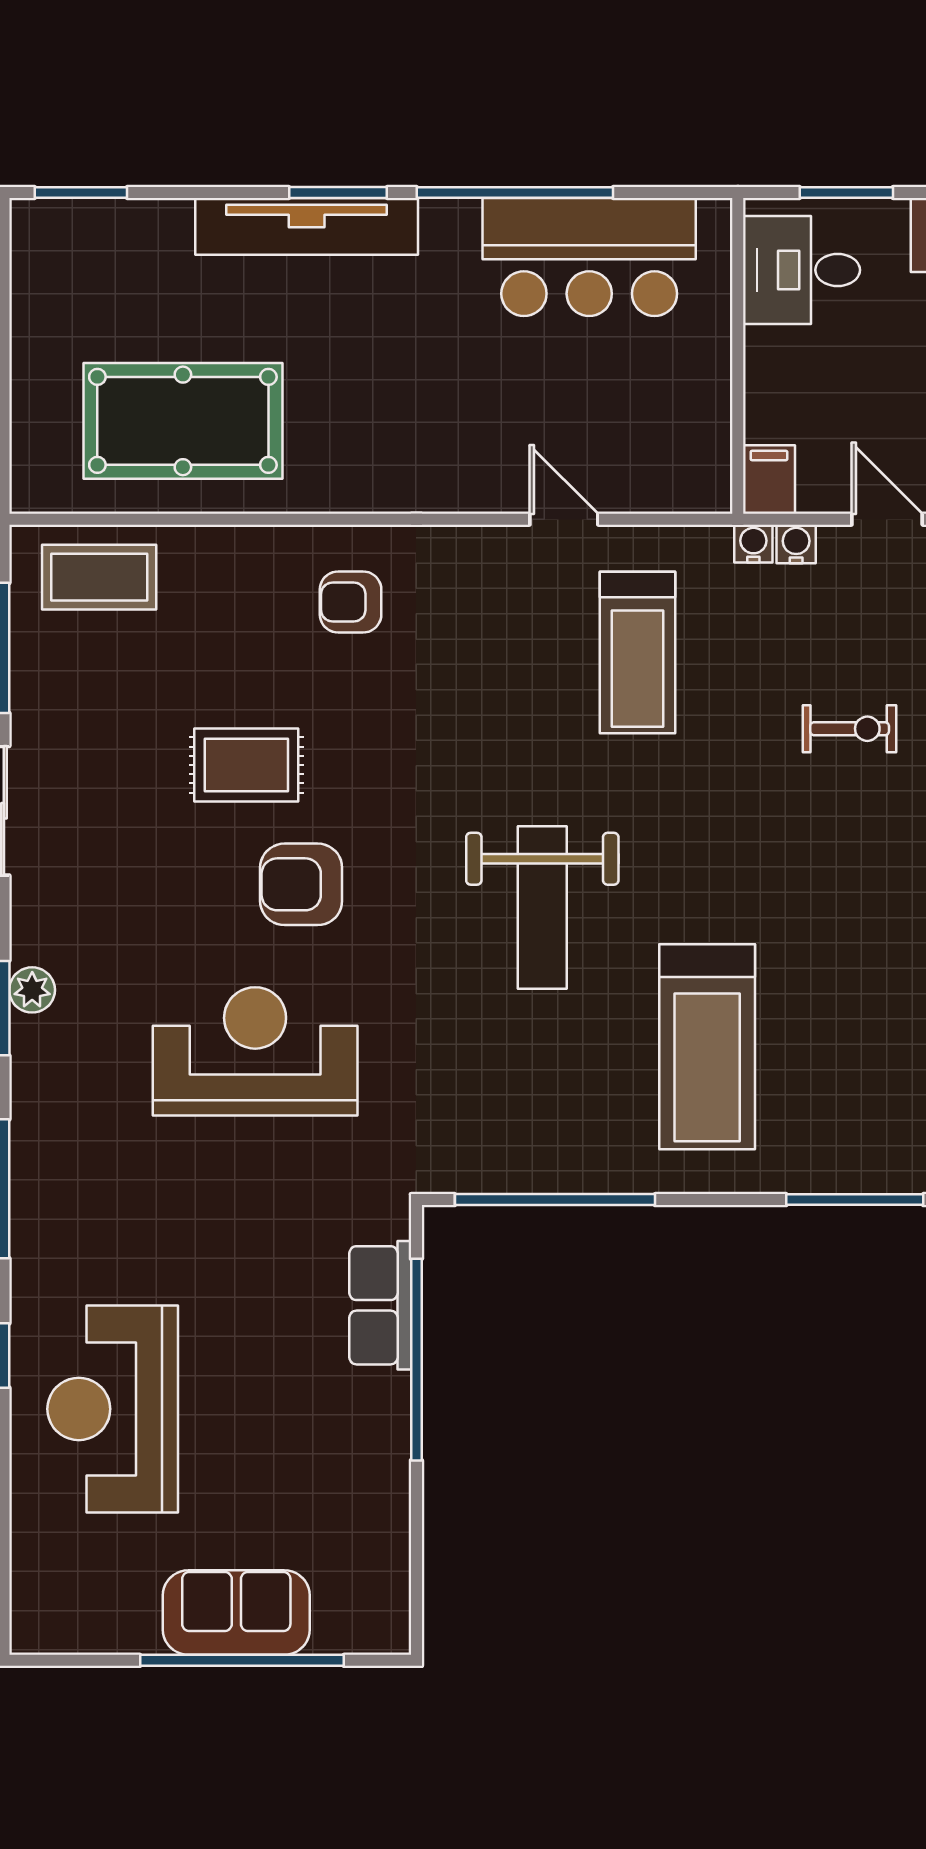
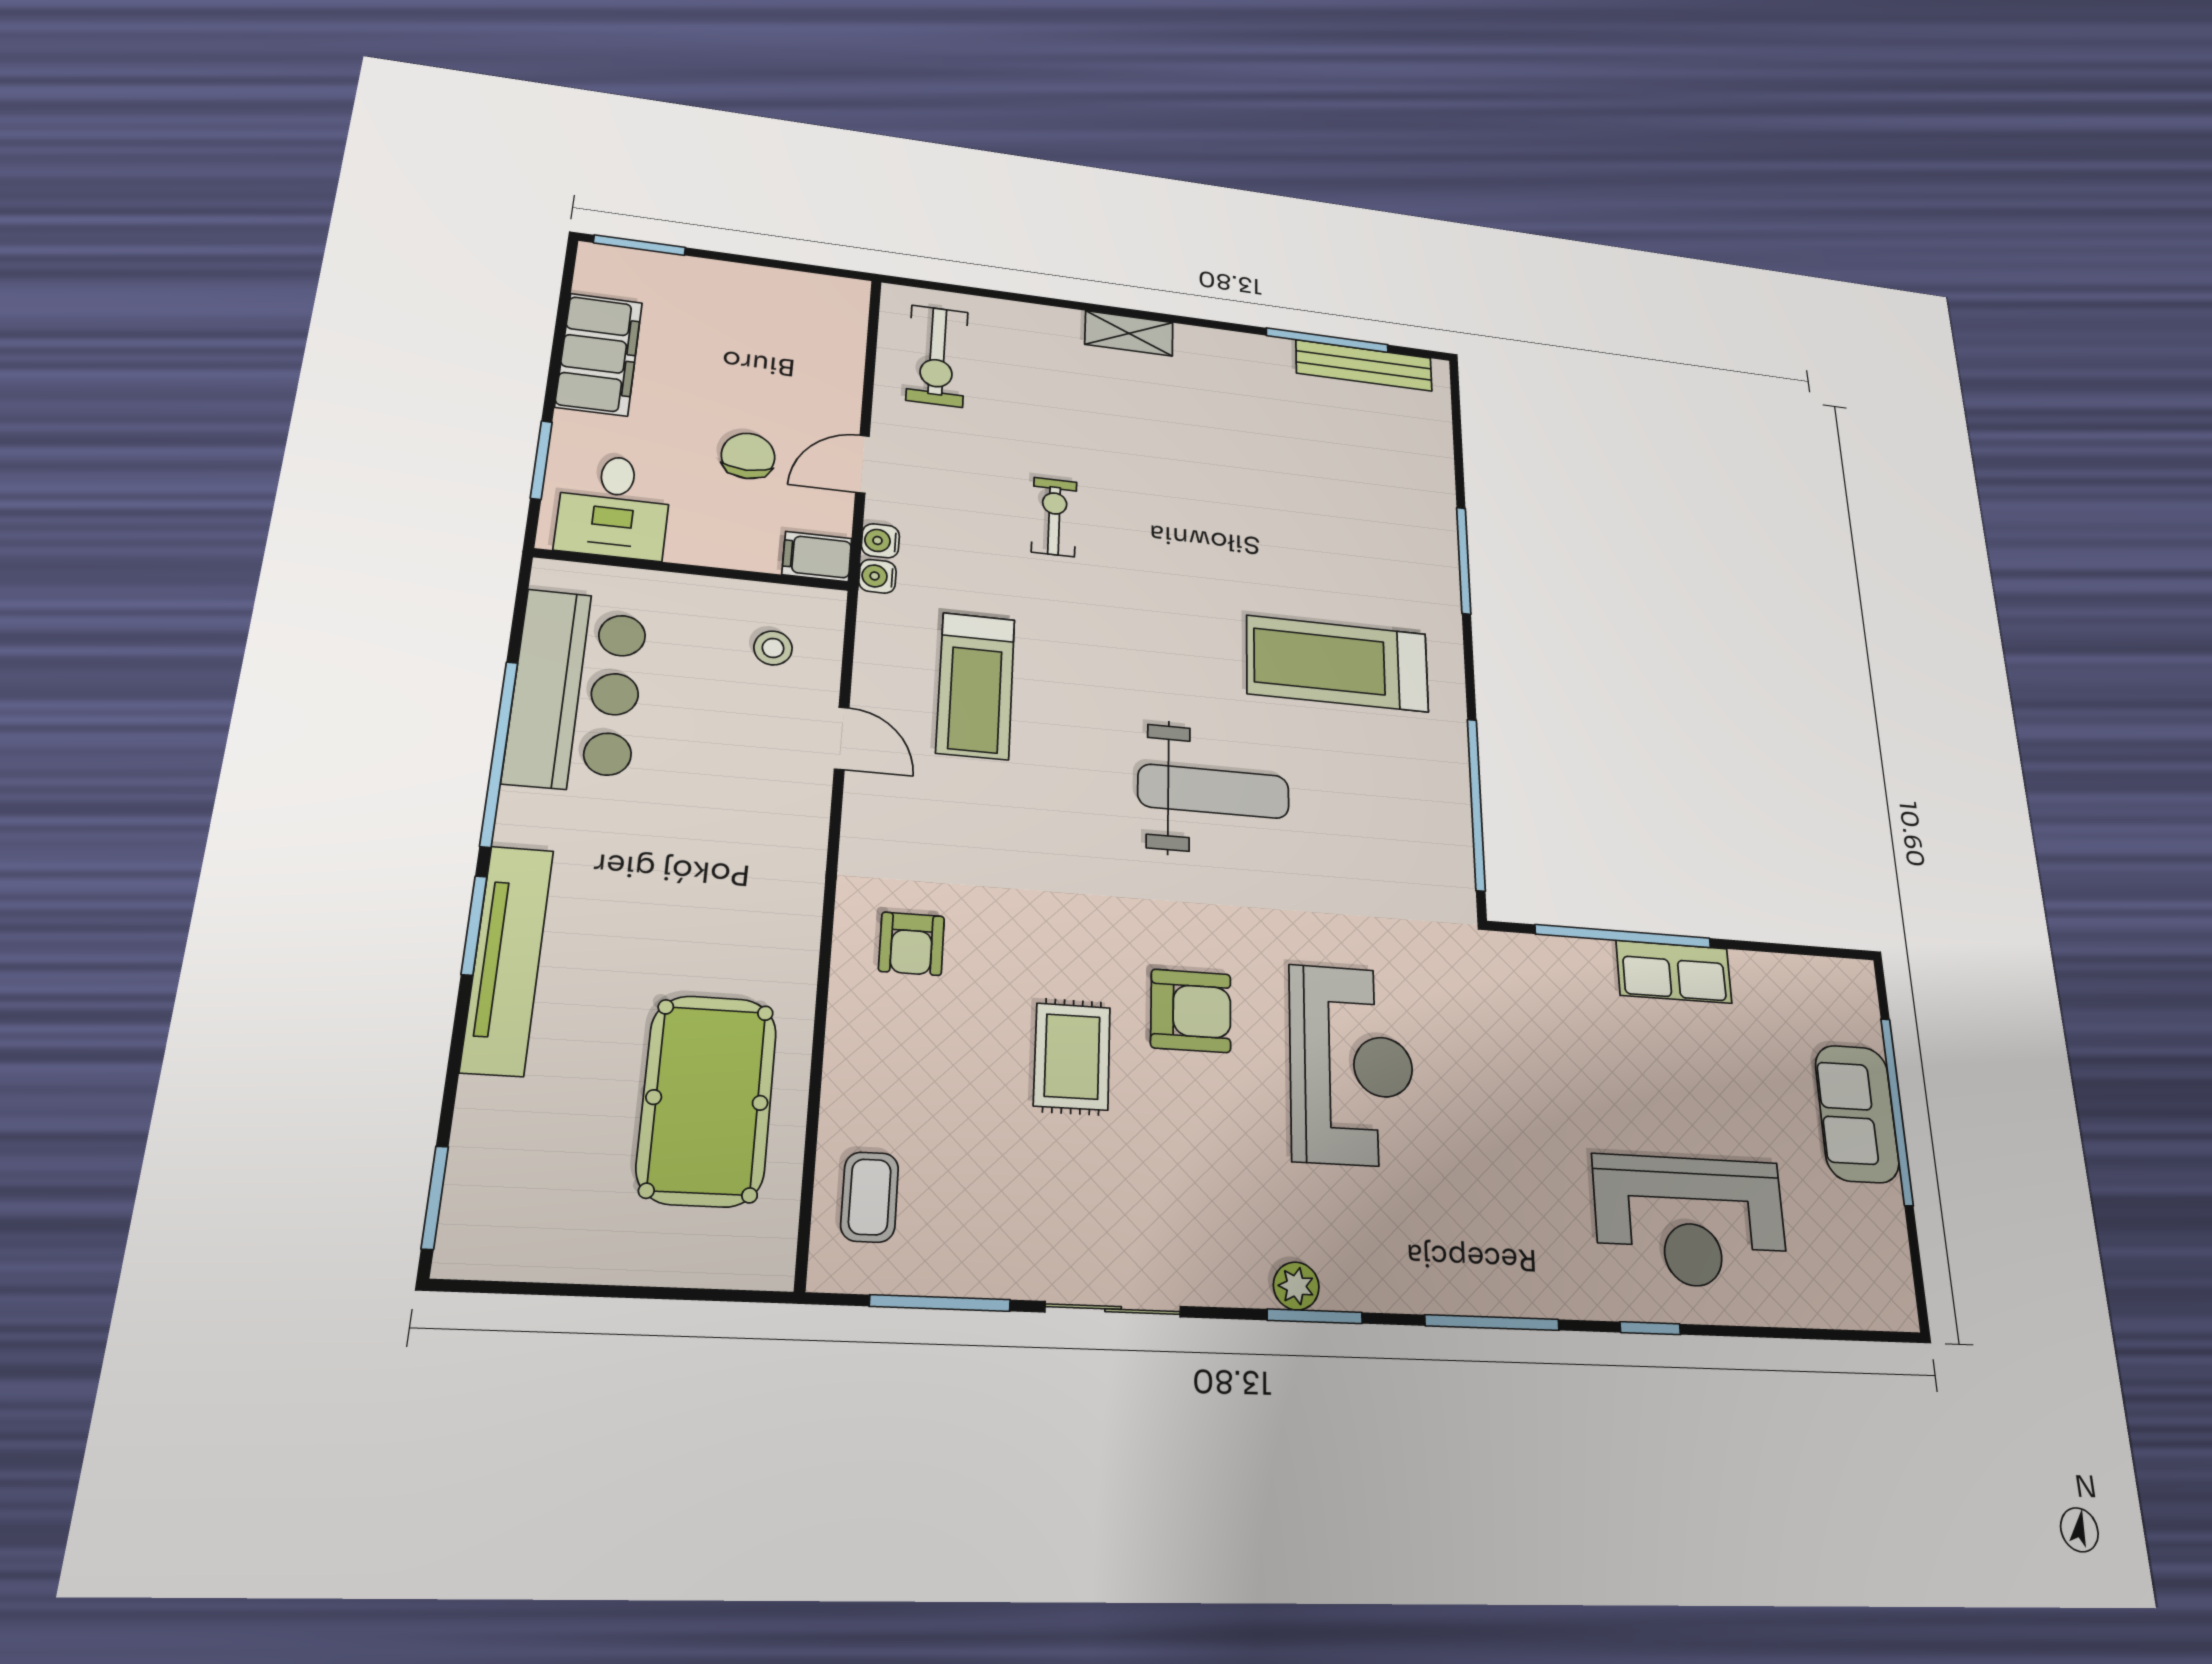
chair: (880, 399) -> (748, 456), added
stool: (658, 443) -> (773, 648), added
door: (564, 519) -> (842, 738), swing flipped
coffee table: (99, 577) -> (870, 1197), width x0.73, depth x0.77
treadmill: (638, 652) -> (976, 686), turned 90
armchair: (301, 884) -> (1191, 1011), turned -90
treadmill: (707, 1047) -> (1338, 664), turned 180
reception desk: (255, 1051) -> (1352, 1065), turned 180
row of seats: (380, 1305) -> (1674, 972), moved

